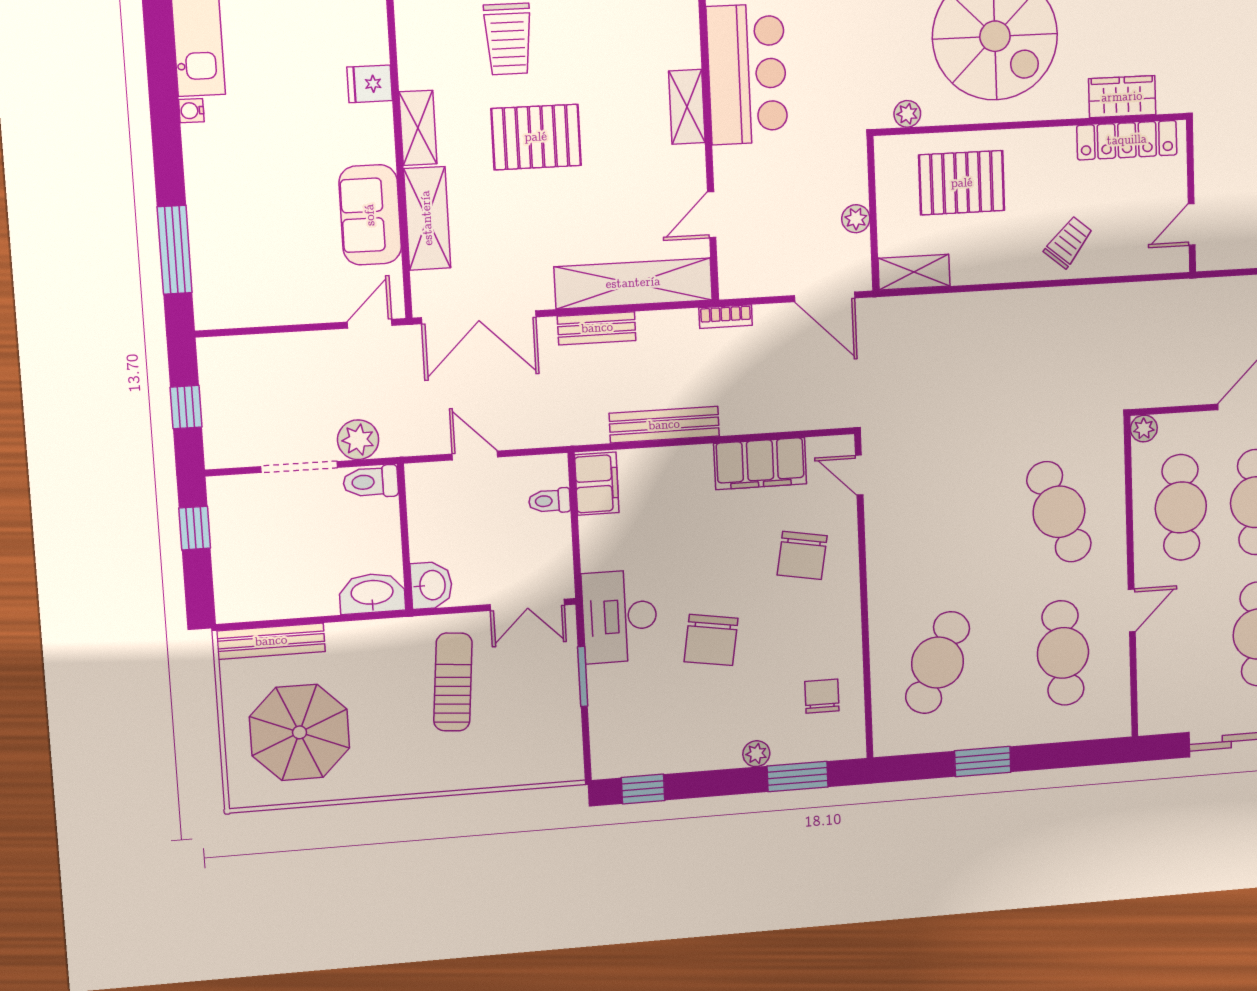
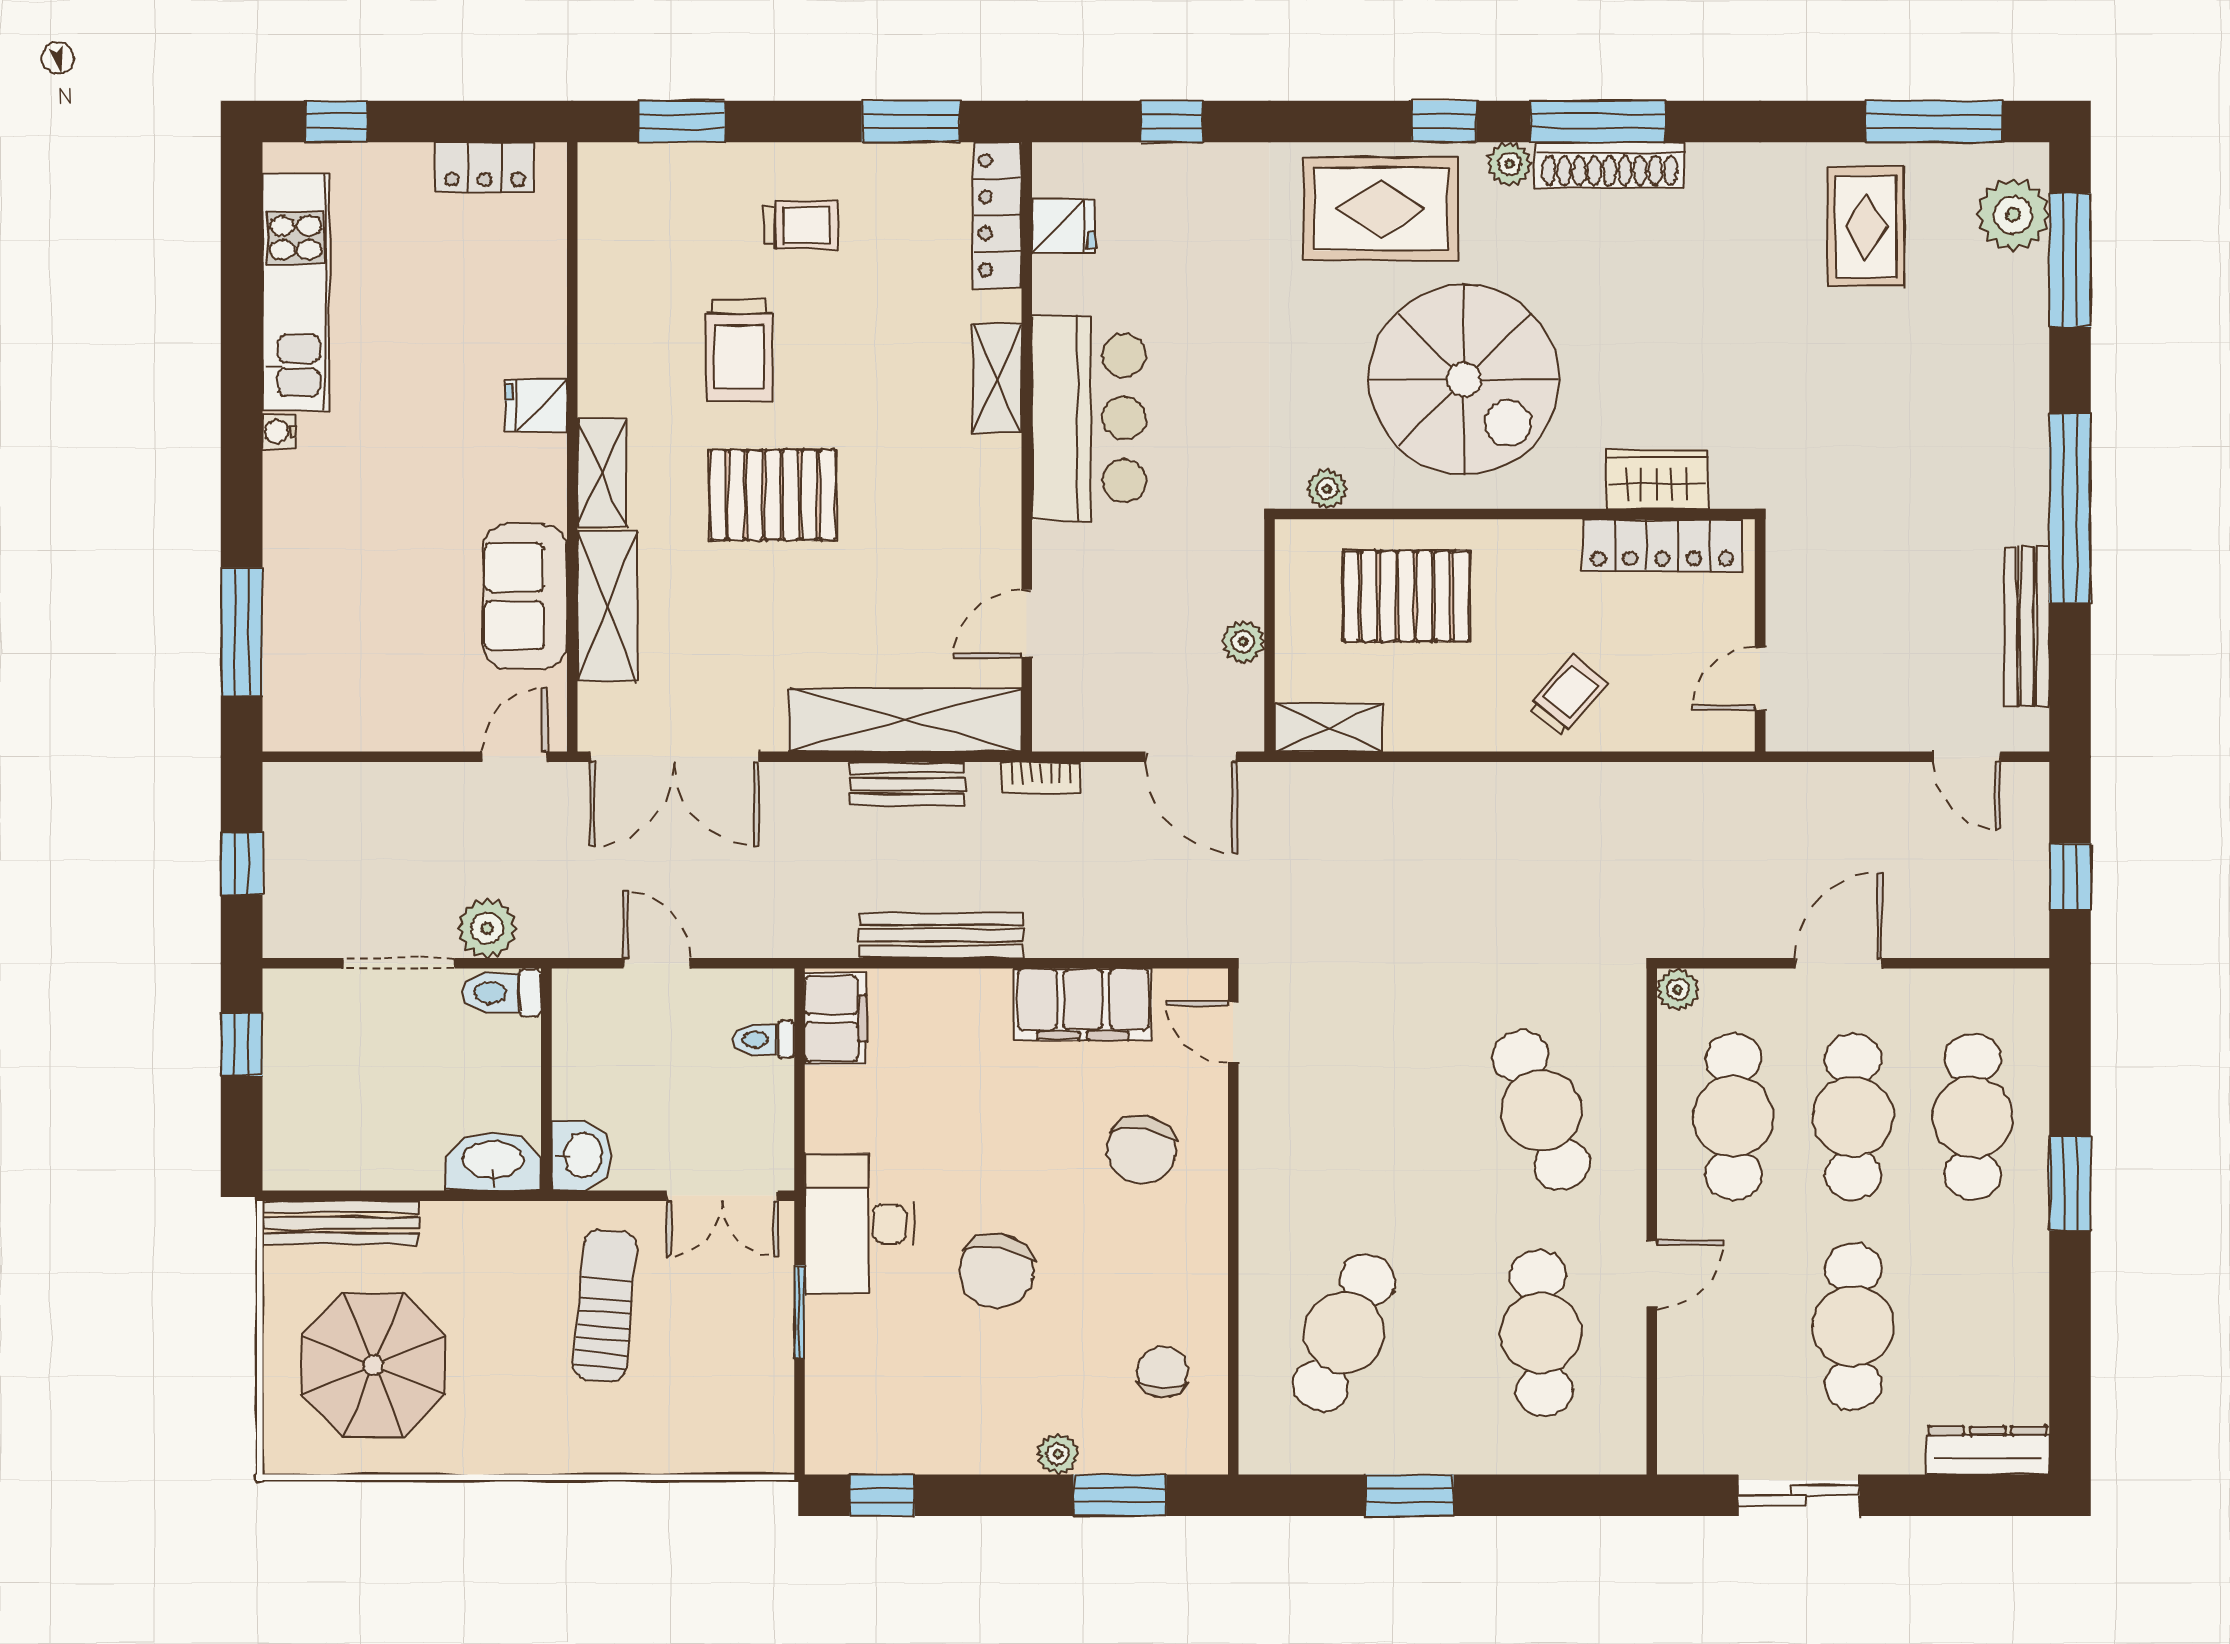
shelving: (687, 107) -> (997, 378), moved
bench: (597, 328) -> (907, 784), moved

